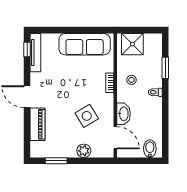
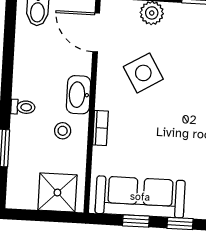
window: (61, 30) -> (180, 223), added
window: (86, 30) -> (136, 221), added
washbasin: (123, 114) -> (79, 95), moved

